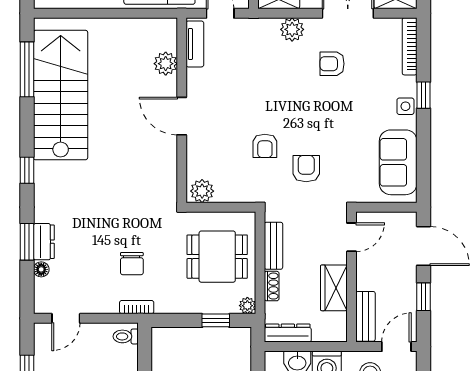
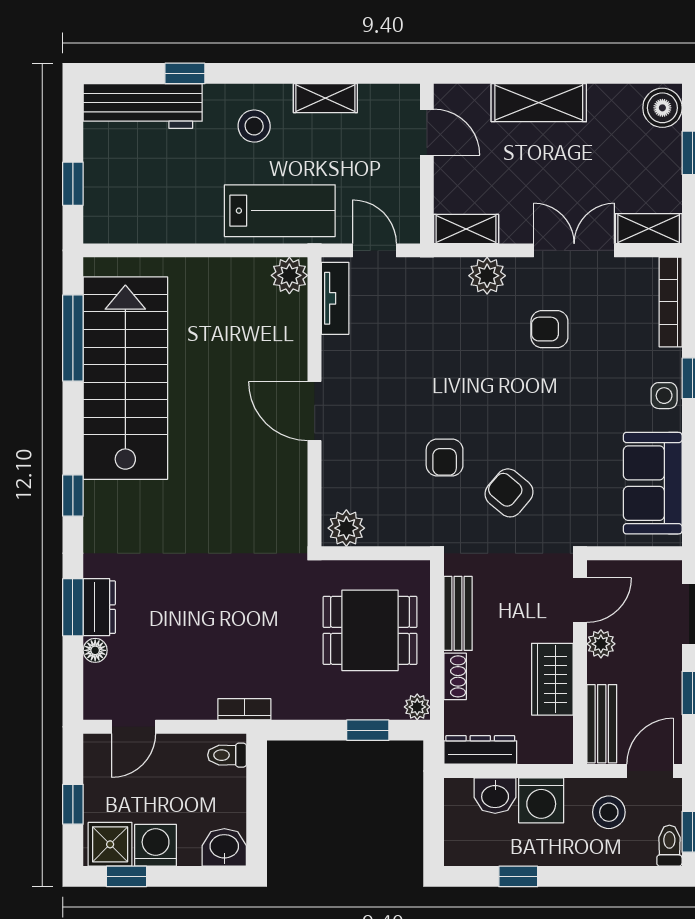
plant: (166, 64) -> (289, 275), moved
armchair: (306, 169) -> (509, 493), turned -50
chair: (132, 264) -> (237, 641), removed
plant: (365, 265) -> (601, 644), added

